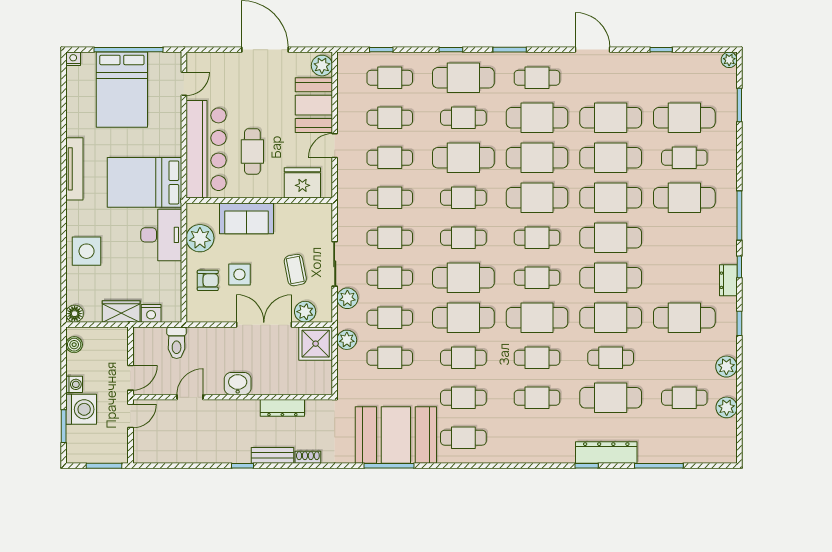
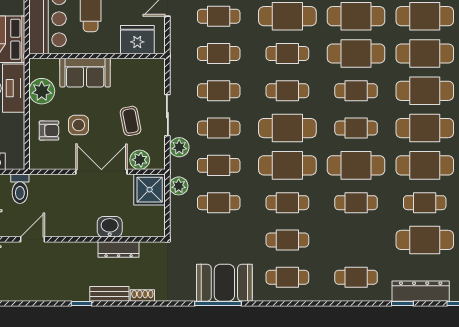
washbasin: (238, 384) -> (110, 227), moved
cafe table: (537, 398) -> (356, 277), moved
booth: (396, 435) -> (224, 283), width x0.73, depth x0.70

